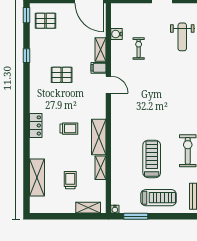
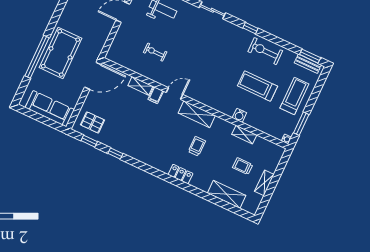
window: (27, 15) -> (89, 141), moved
pallet: (46, 21) -> (93, 122), turned 90
water cooler: (117, 34) -> (239, 115), moved
pallet: (62, 75) -> (147, 131), removed
shelving: (99, 137) -> (197, 114), moved
shelving: (88, 208) -> (264, 183), moved

